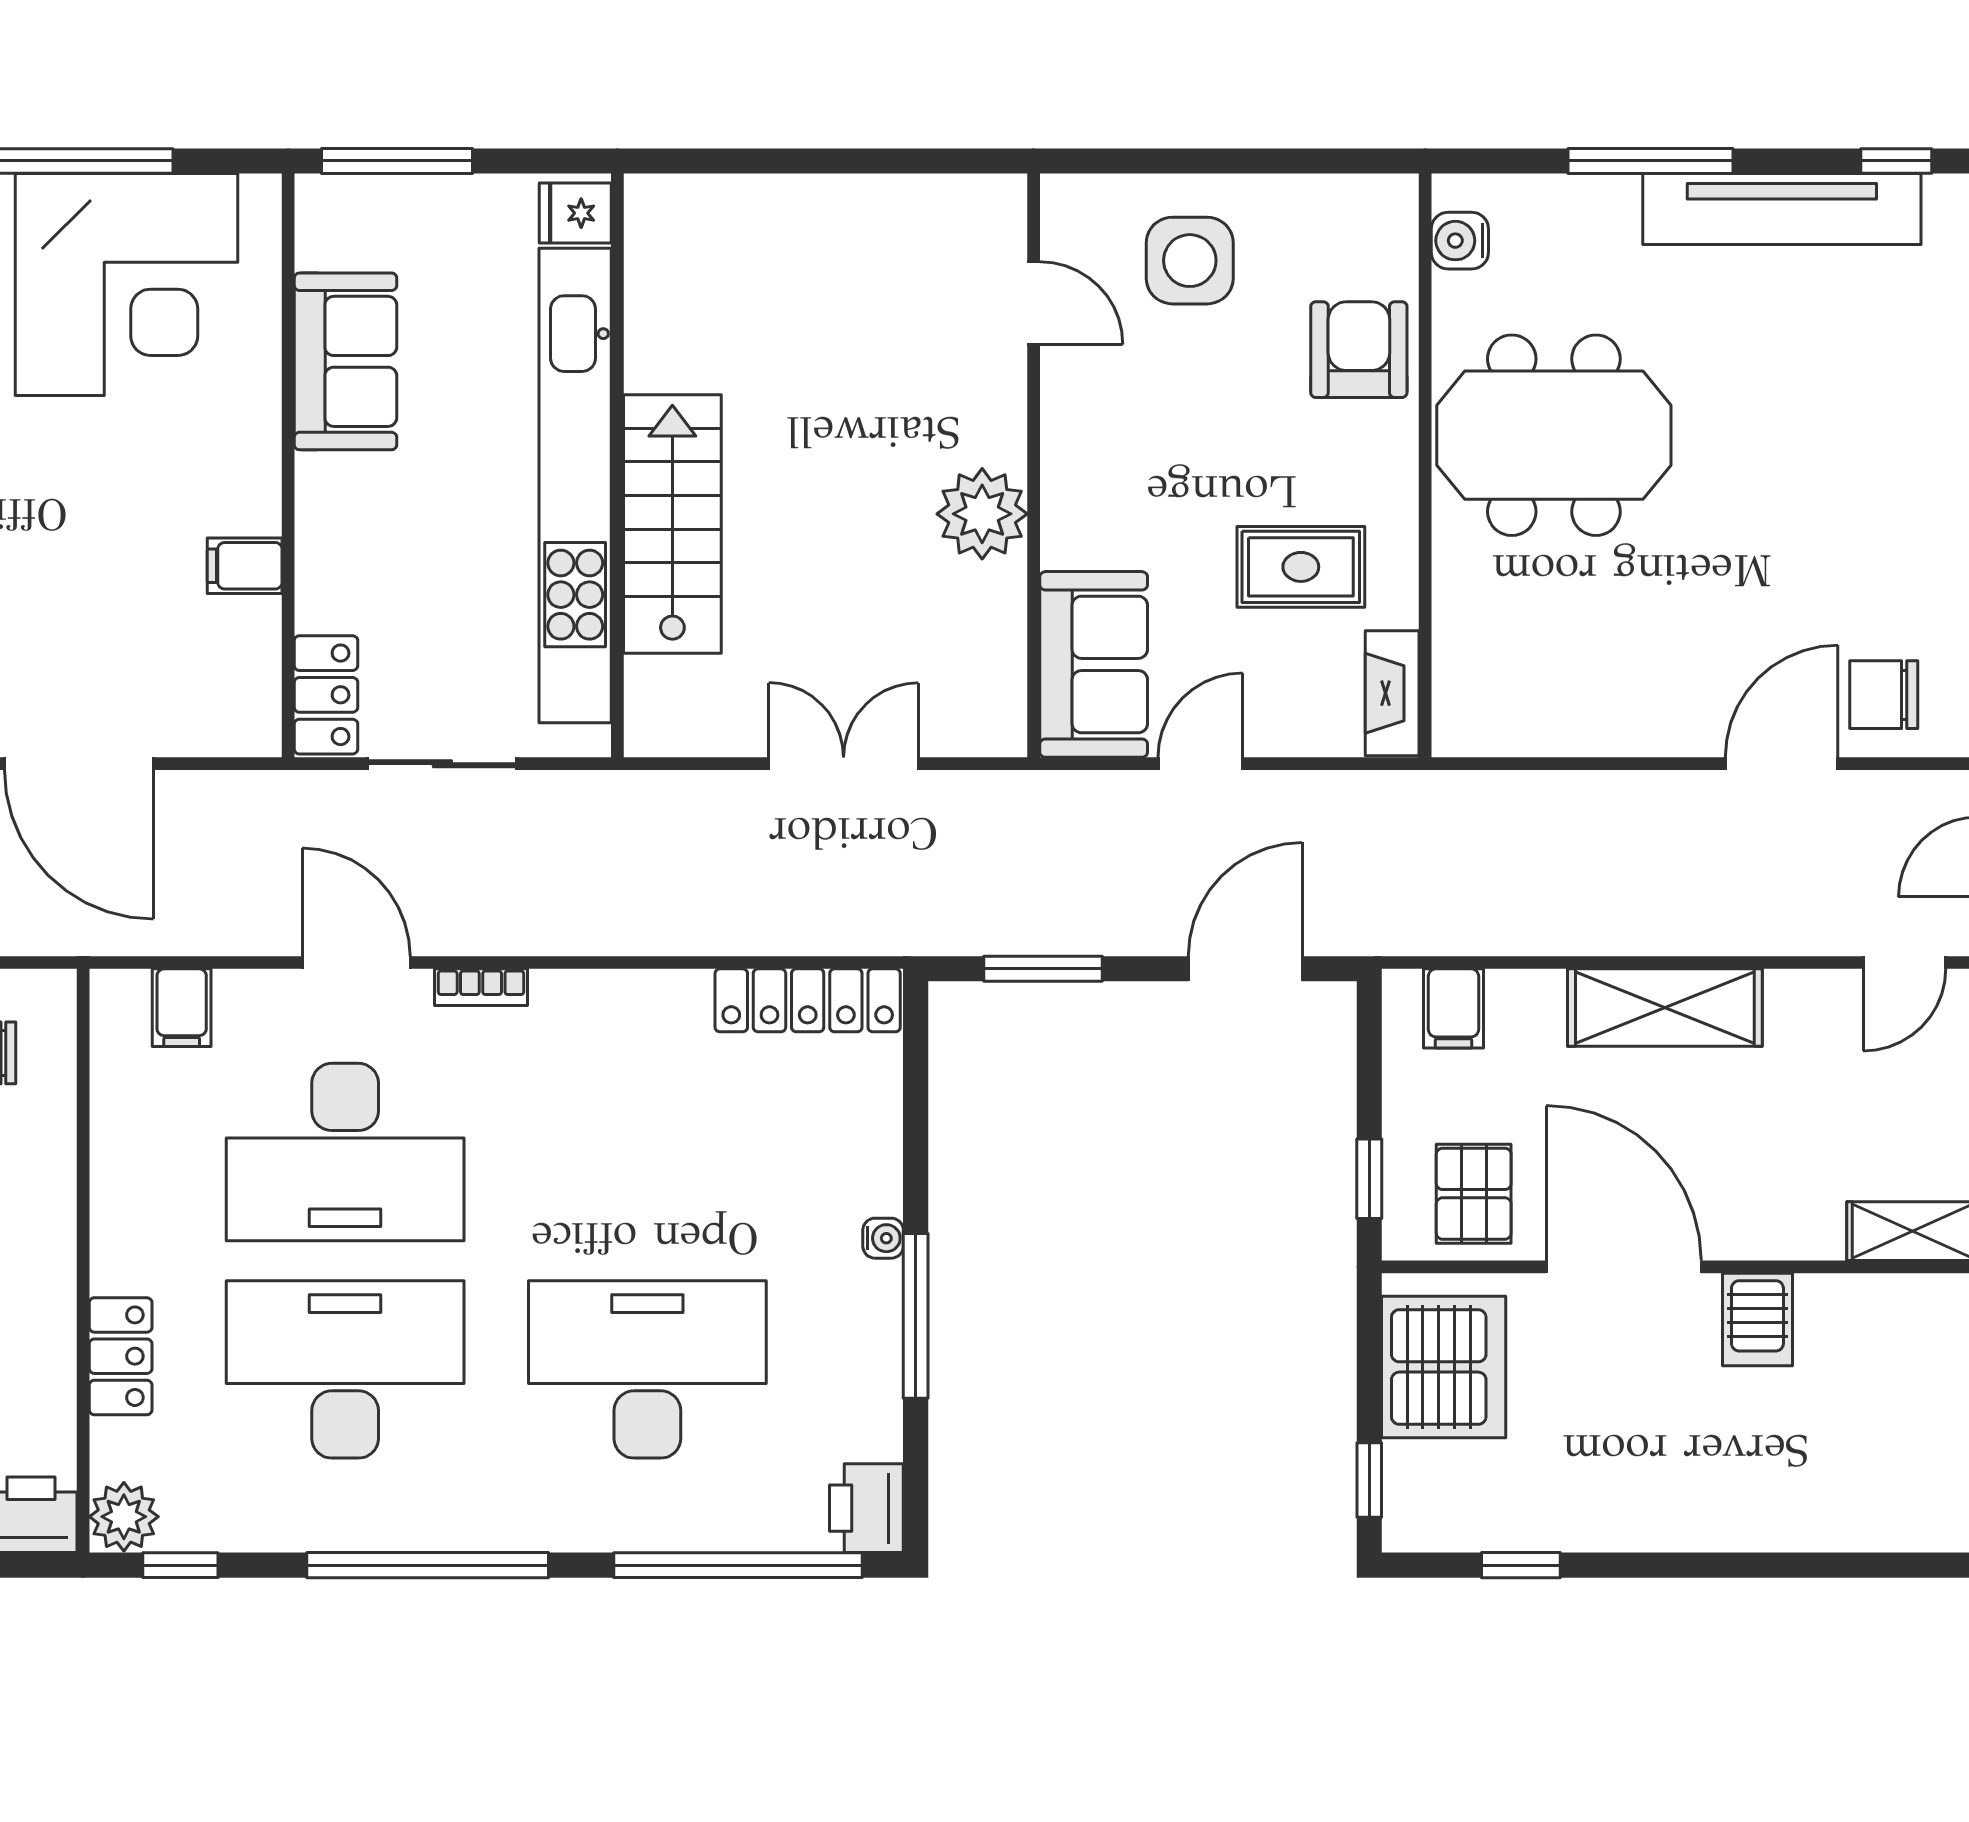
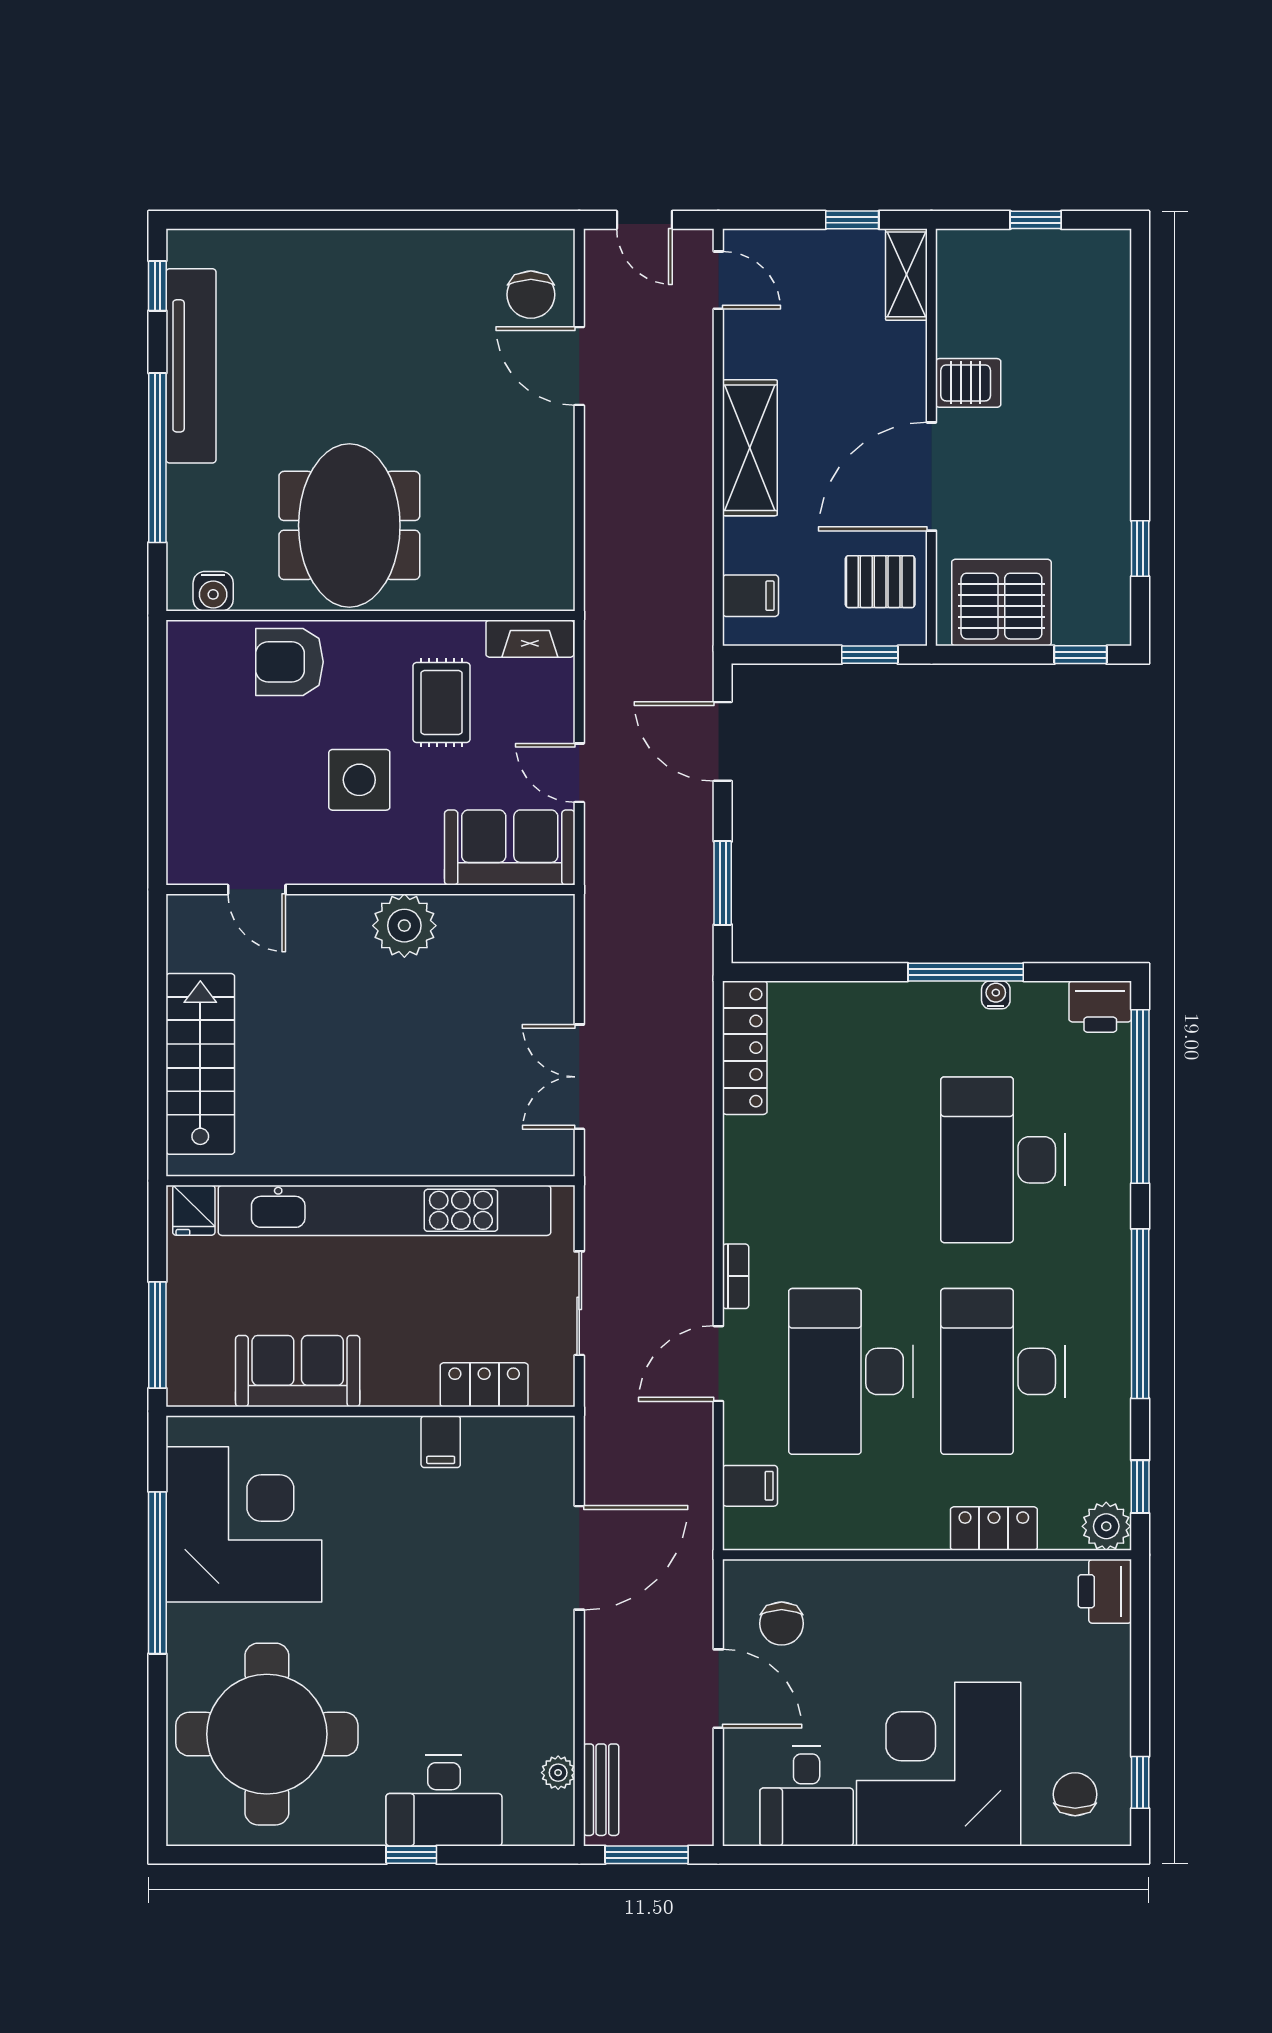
window: (1651, 161) -> (157, 458), width x1.46
side table: (1190, 261) -> (359, 780), moved
door: (1034, 303) -> (257, 889), swing flipped
stairs: (672, 524) -> (200, 1064), moved, turned 90
locker: (326, 695) -> (484, 1385), moved
double door: (844, 764) -> (579, 1077), moved
desk: (345, 1152) -> (851, 1371), turned 180
water cooler: (883, 1238) -> (996, 995), moved

